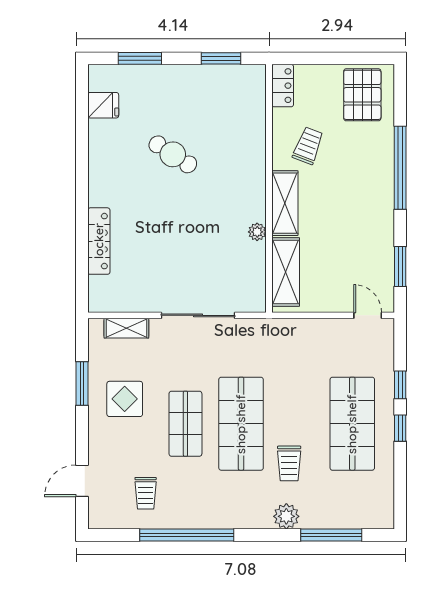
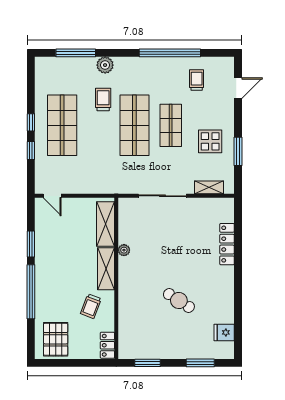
window: (400, 267) -> (31, 244), moved

